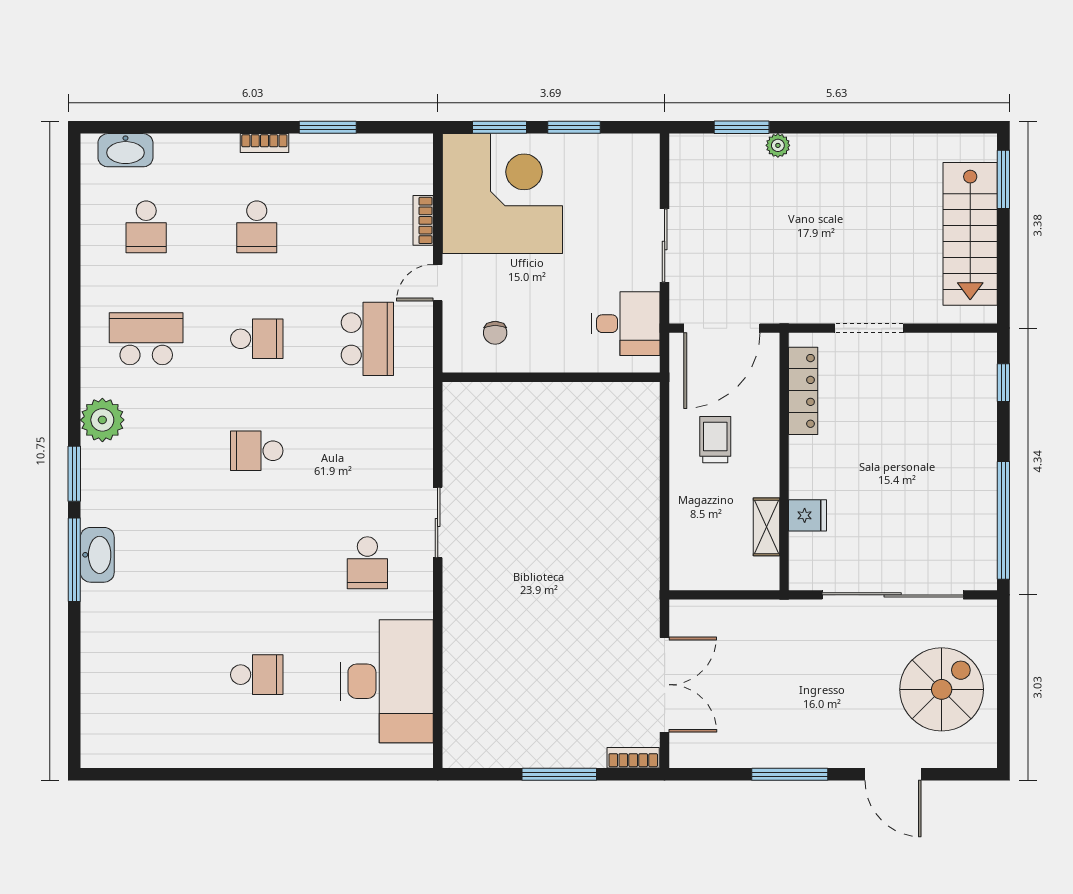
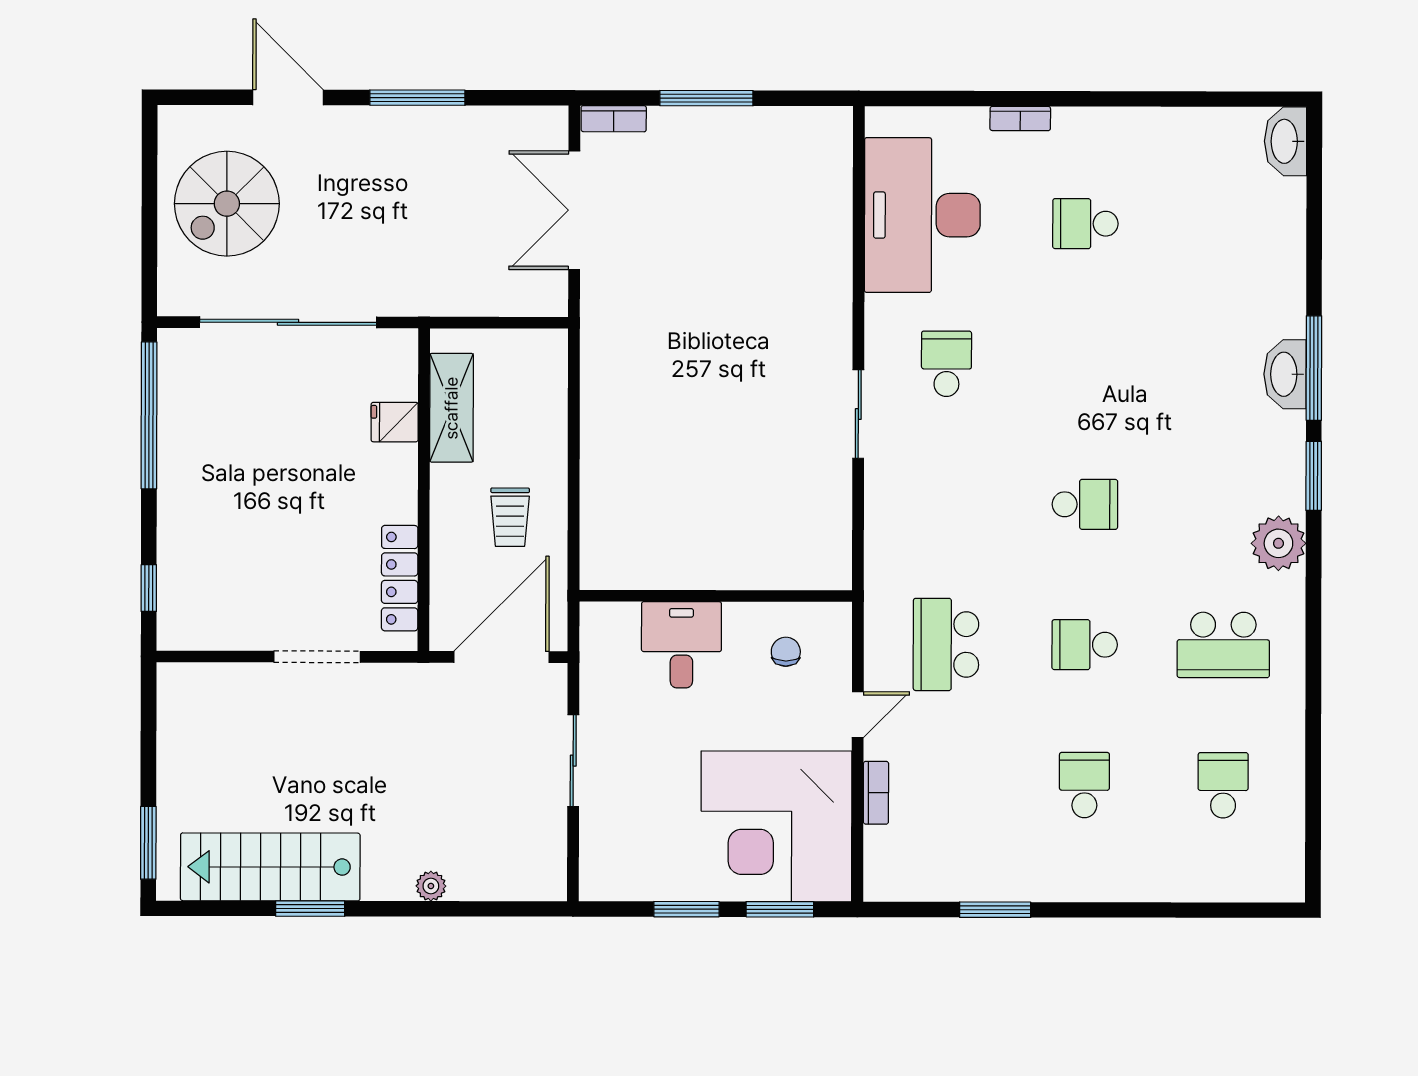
window: (742, 127) -> (310, 909), moved
bookcase: (264, 143) -> (1020, 118), moved, turned 180
washbasin: (125, 150) -> (1286, 141), moved, turned -90
stairs: (970, 234) -> (270, 867), moved, turned -90
desk: (626, 324) -> (681, 645), moved, turned 90
shelving: (767, 527) -> (451, 408), width x1.50, depth x1.33

